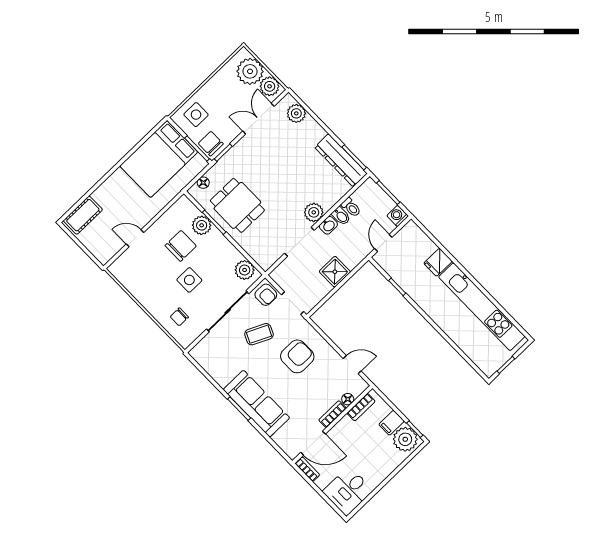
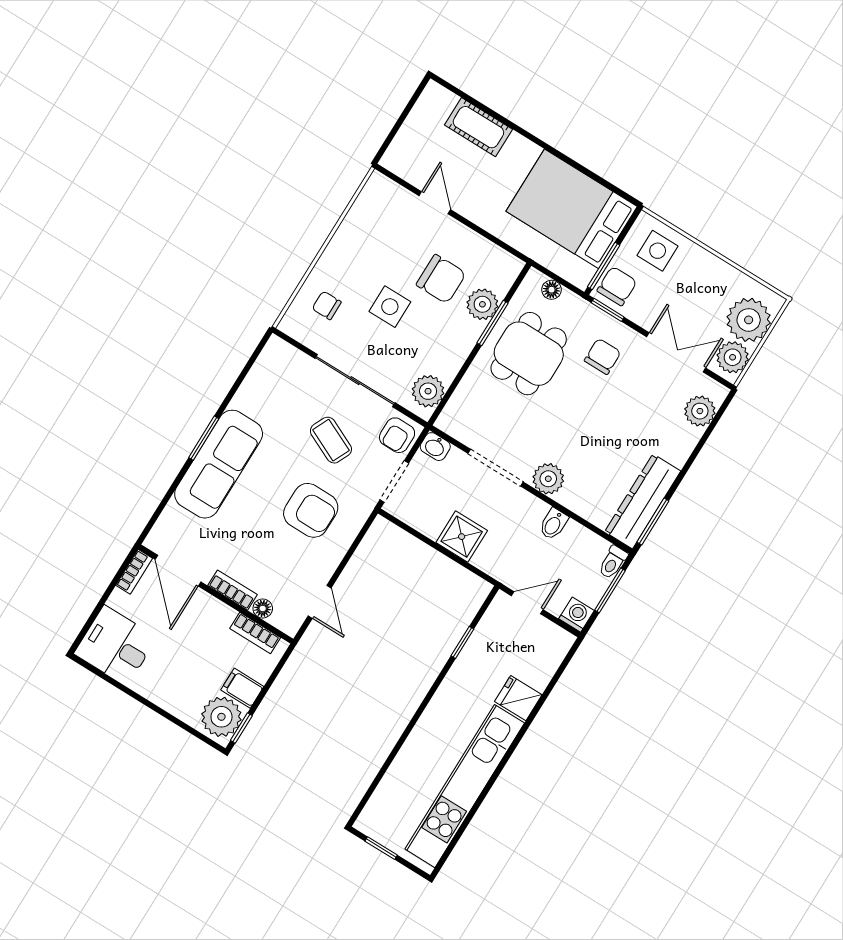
chair: (250, 162) -> (603, 356), added
toilet: (351, 207) -> (613, 562), moved
cot: (83, 215) -> (478, 127), moved
washbasin: (328, 225) -> (435, 447), moved

